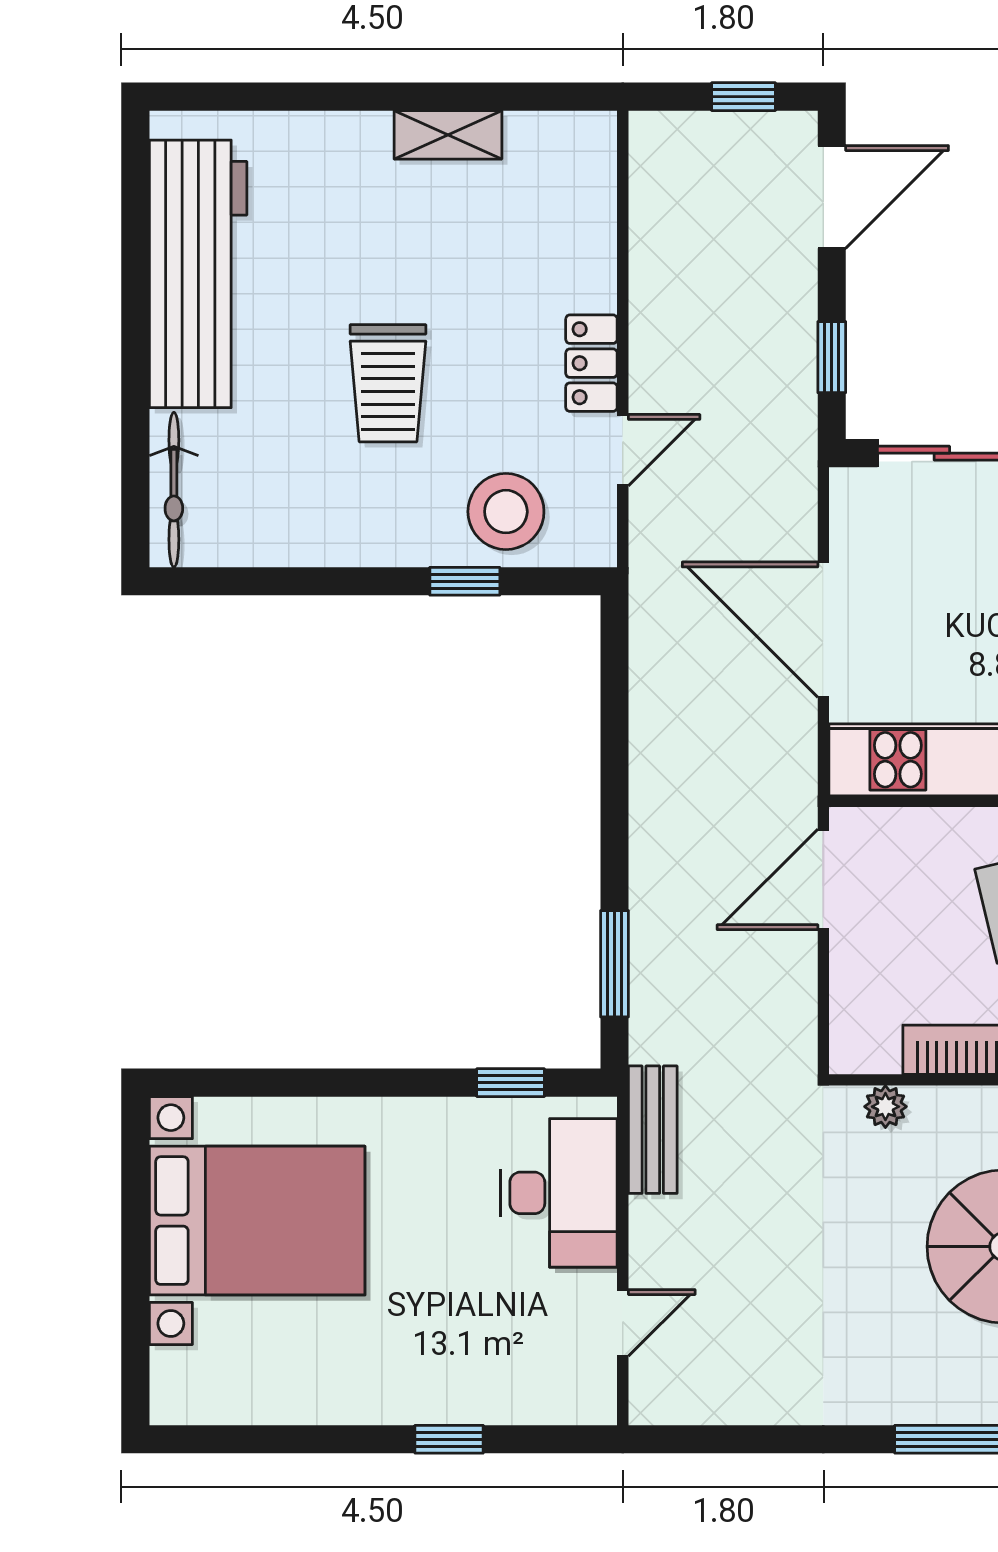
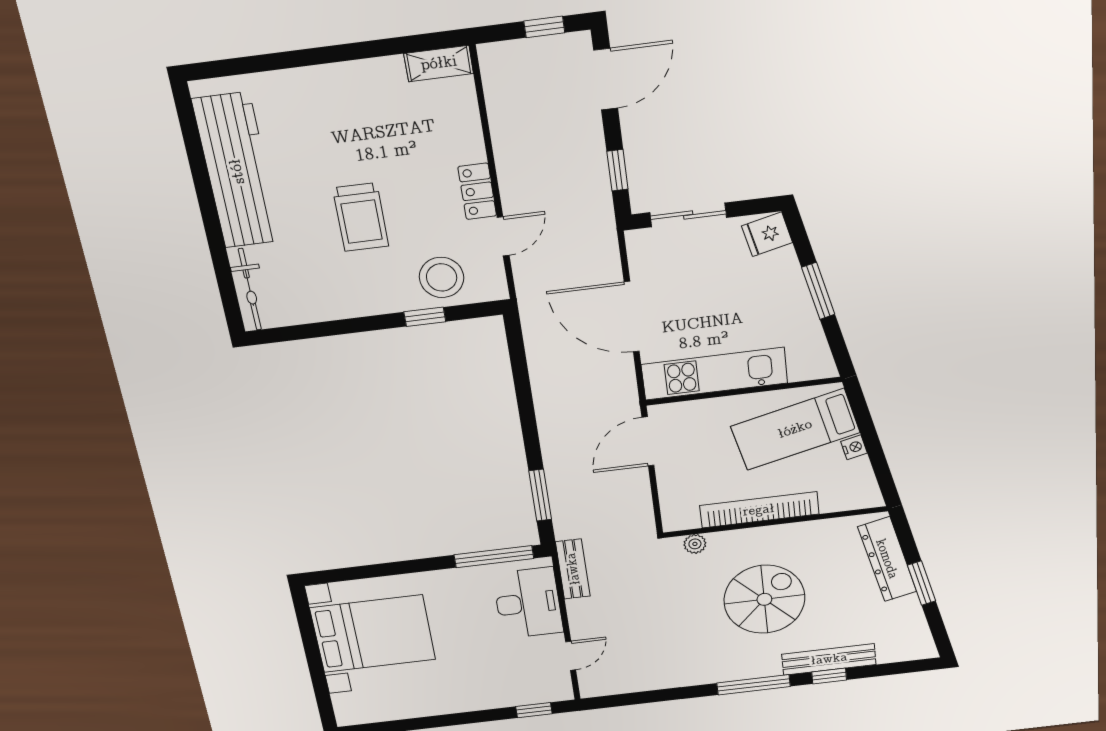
shelving: (448, 135) -> (439, 63), moved
window: (511, 1083) -> (494, 557), width x2.17
window: (449, 1439) -> (534, 710), moved

